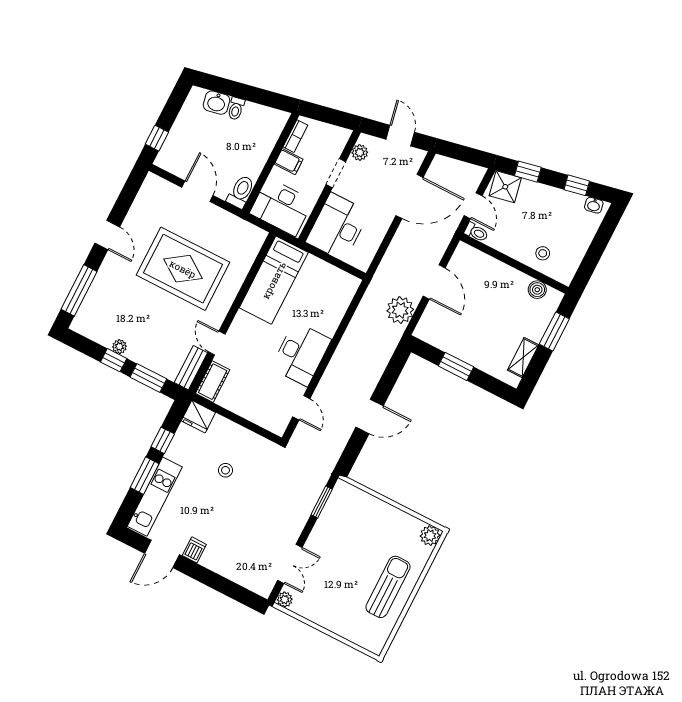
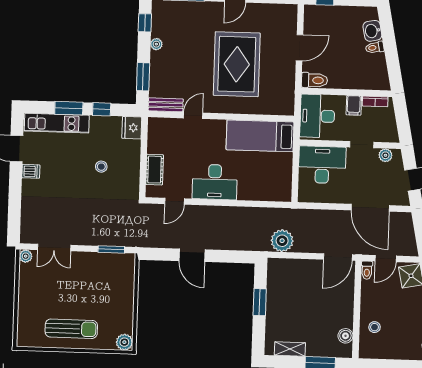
door: (434, 282) -> (338, 257), moved
window: (114, 360) -> (145, 23), moved
cot: (213, 382) -> (155, 170), moved, turned 90

